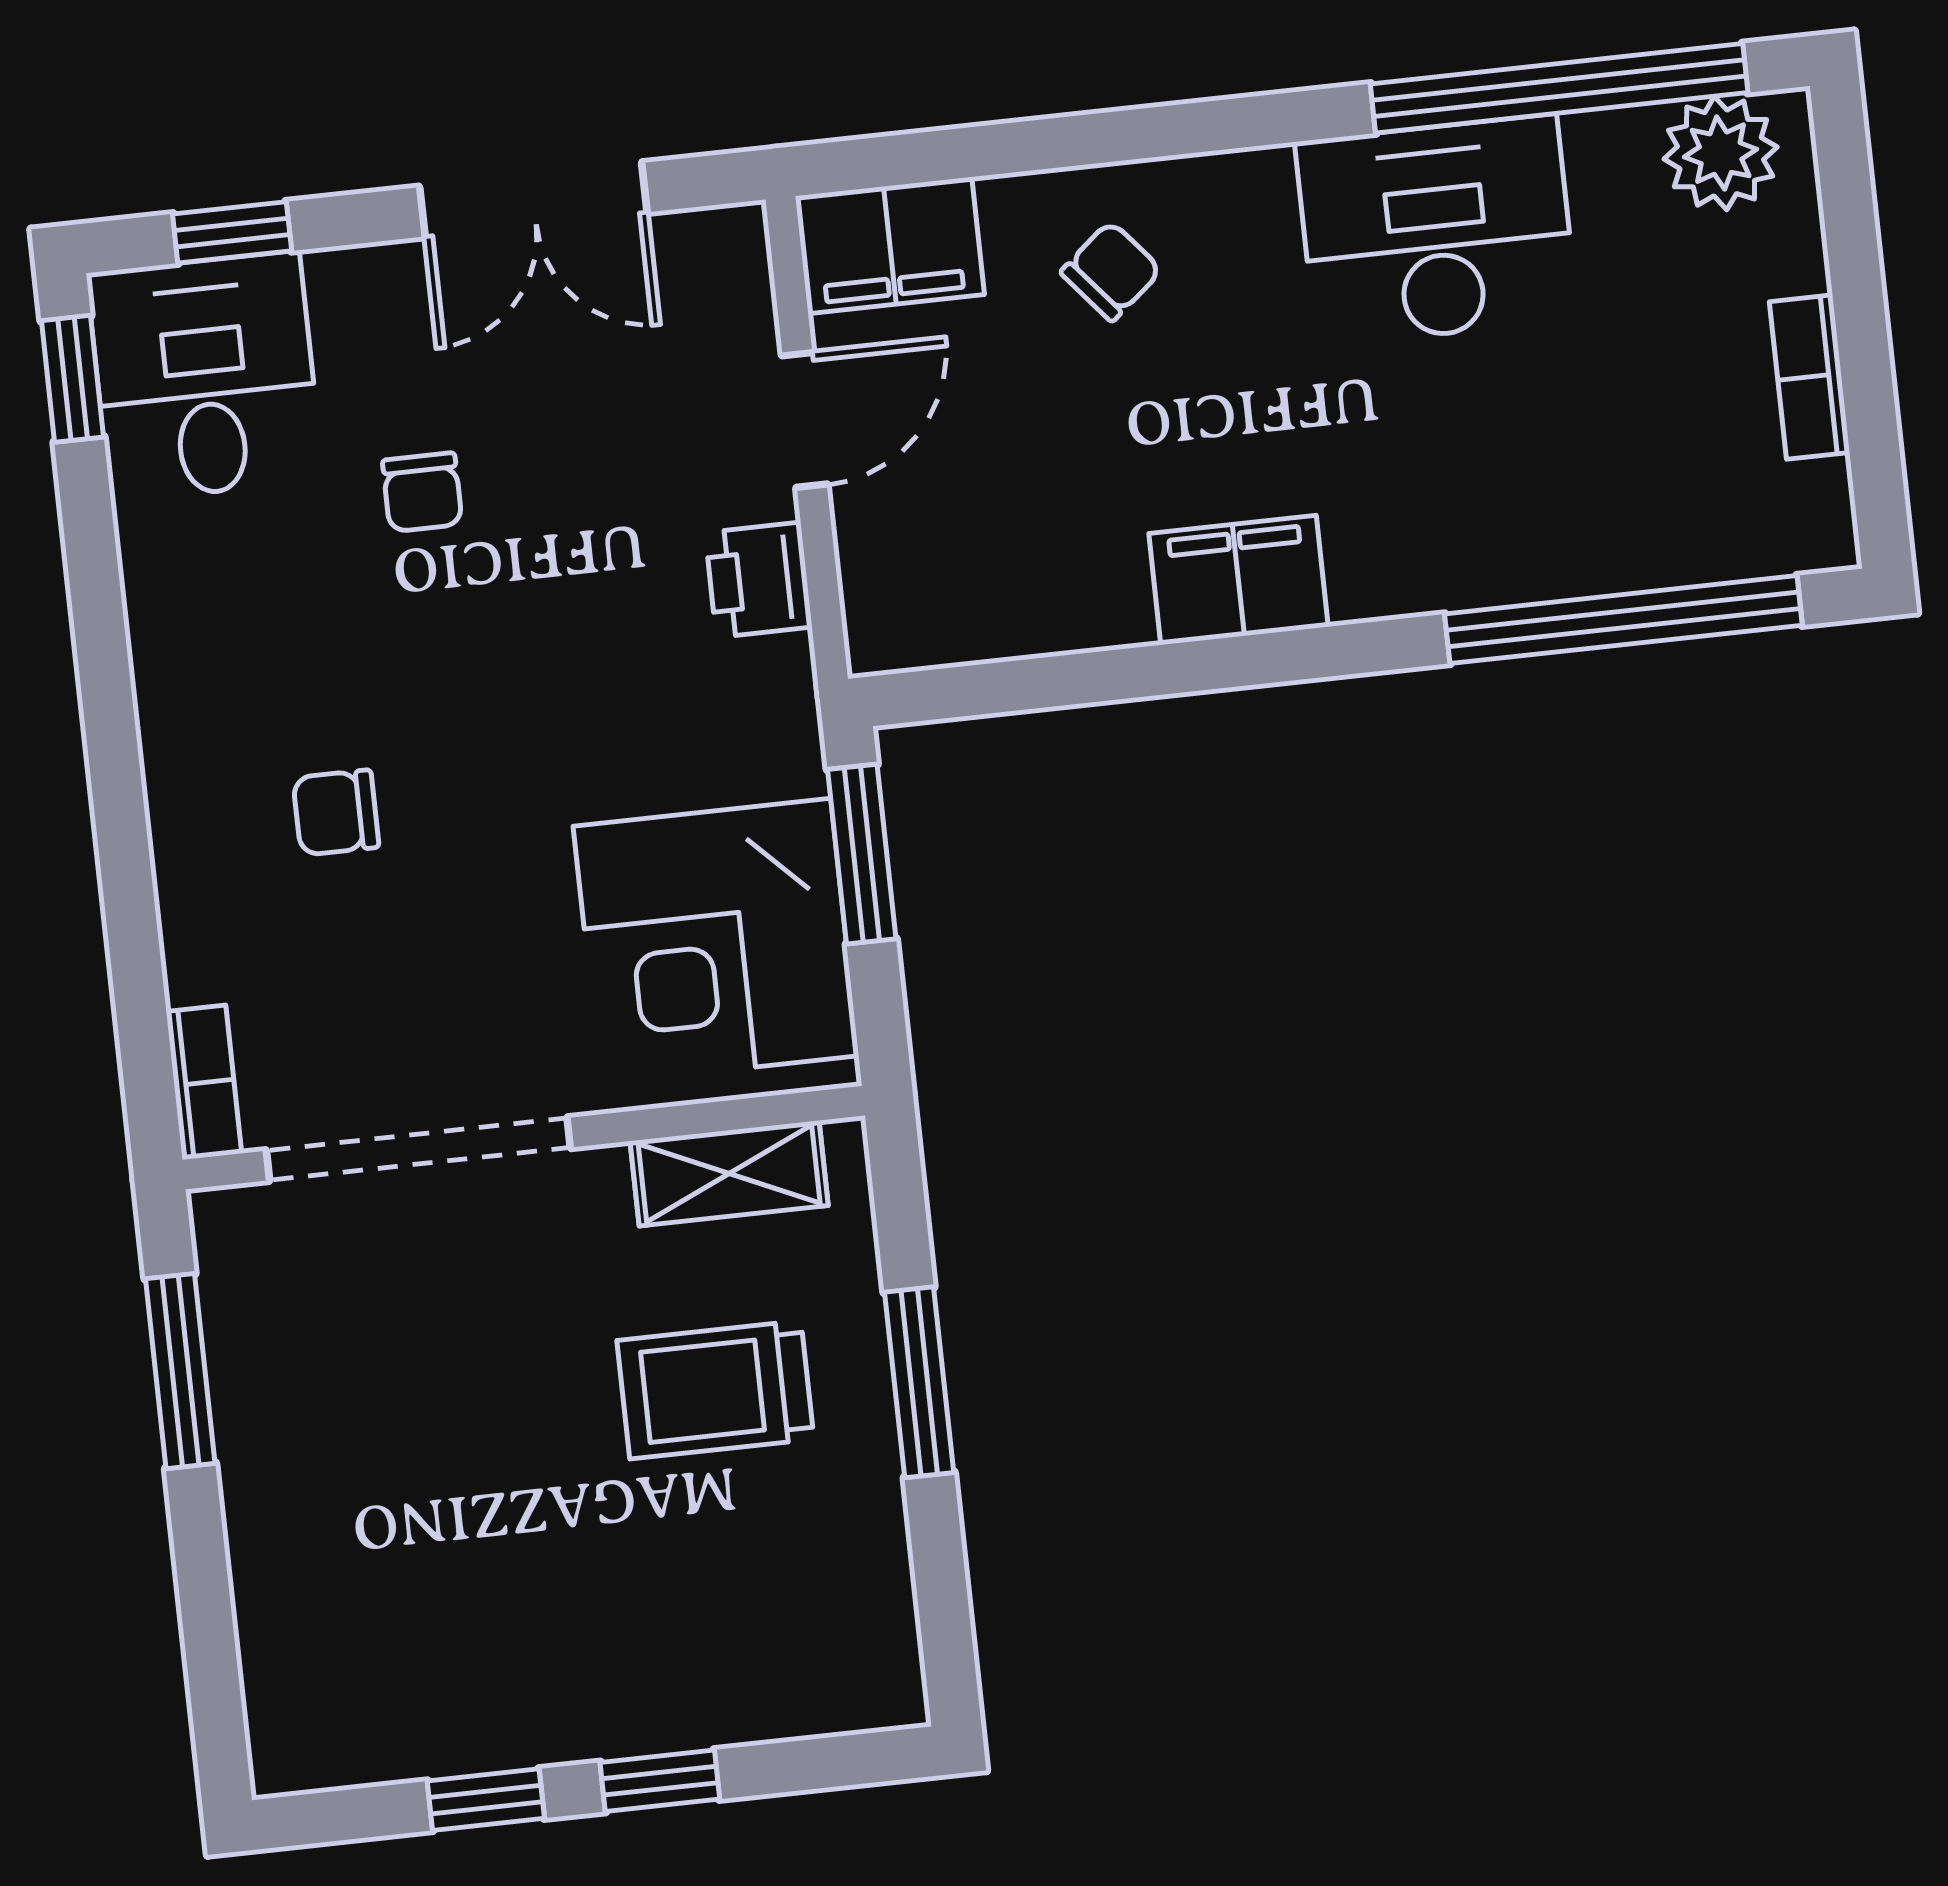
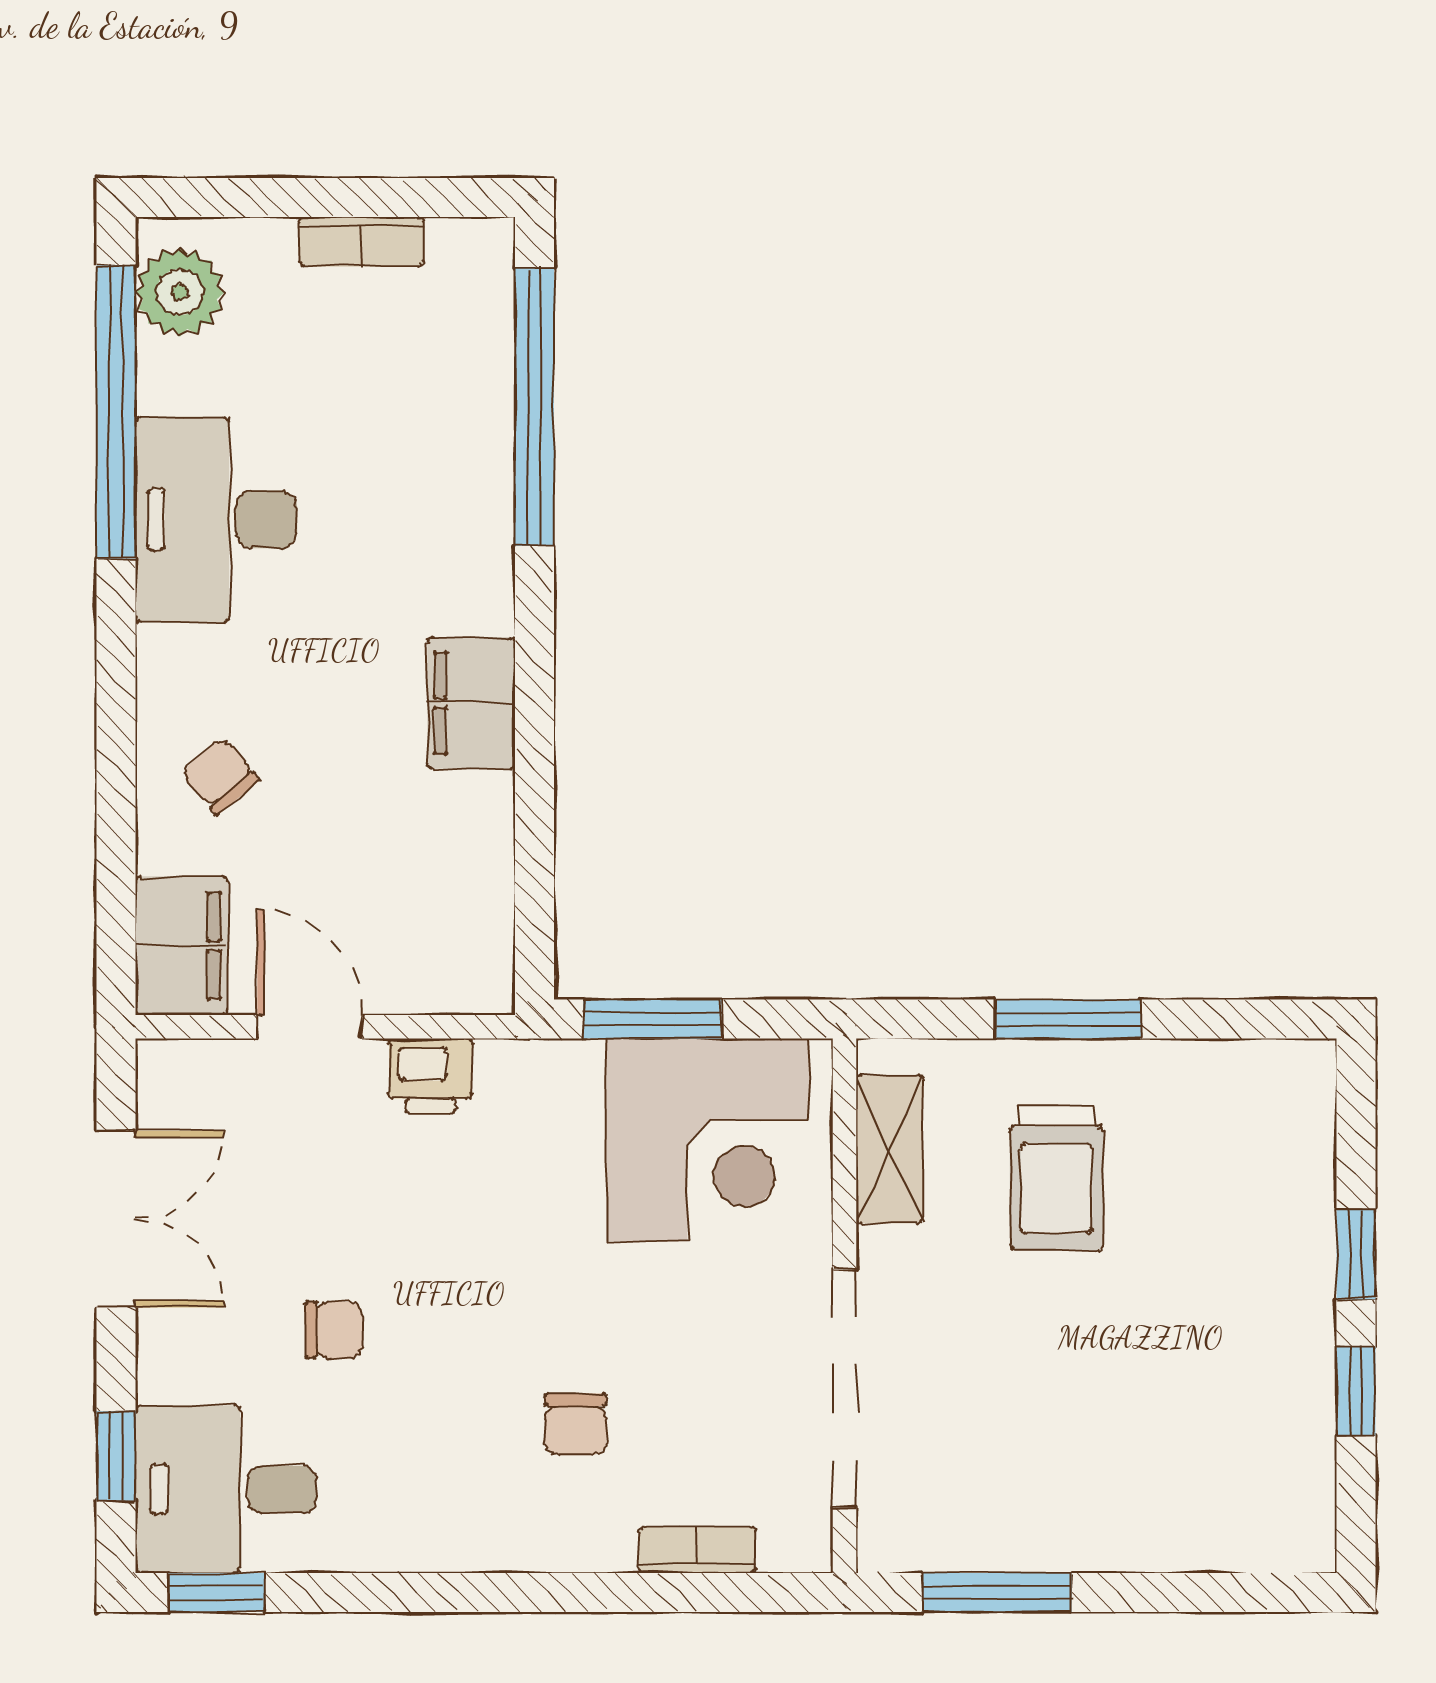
bookcase: (204, 1082) -> (697, 1550), moved

